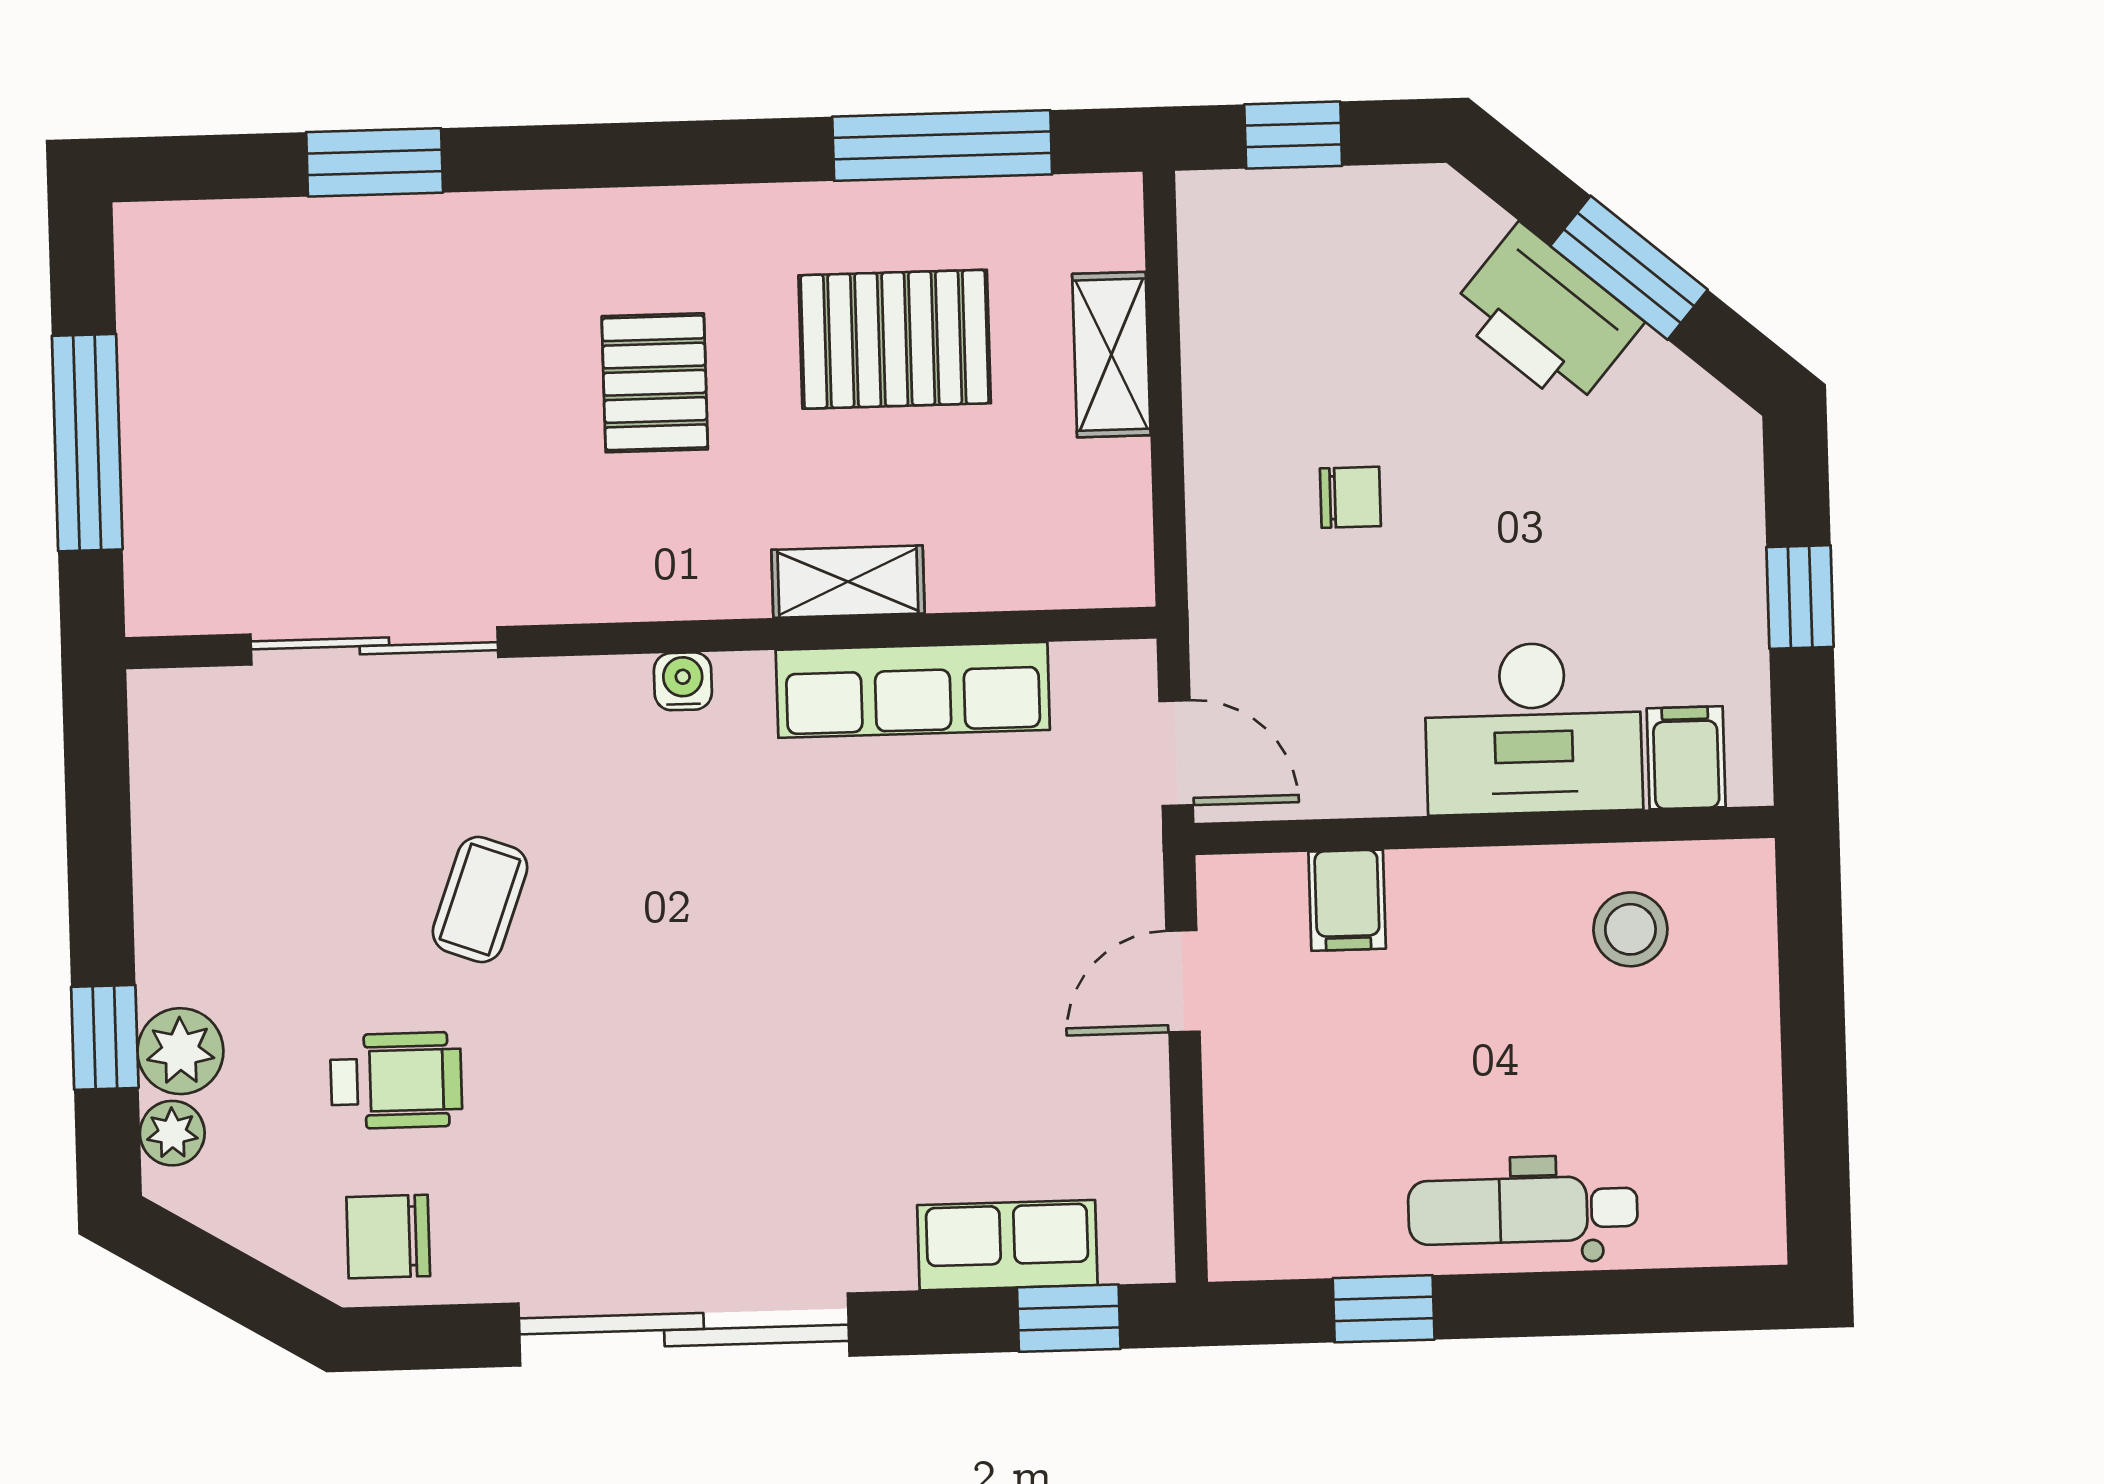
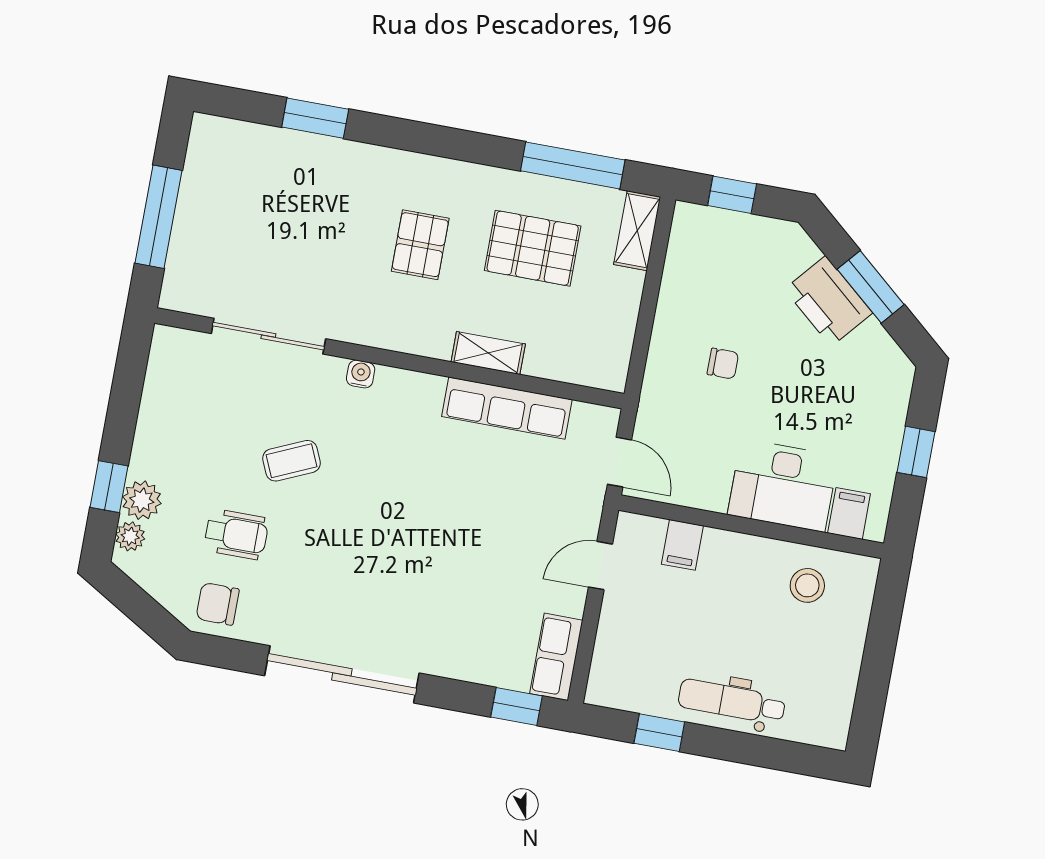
shelving: (1111, 355) -> (637, 231), moved
water cooler: (683, 681) -> (361, 374), moved
coffee table: (480, 899) -> (291, 461), turned 46
row of seats: (1007, 1245) -> (556, 657), moved, turned -90

